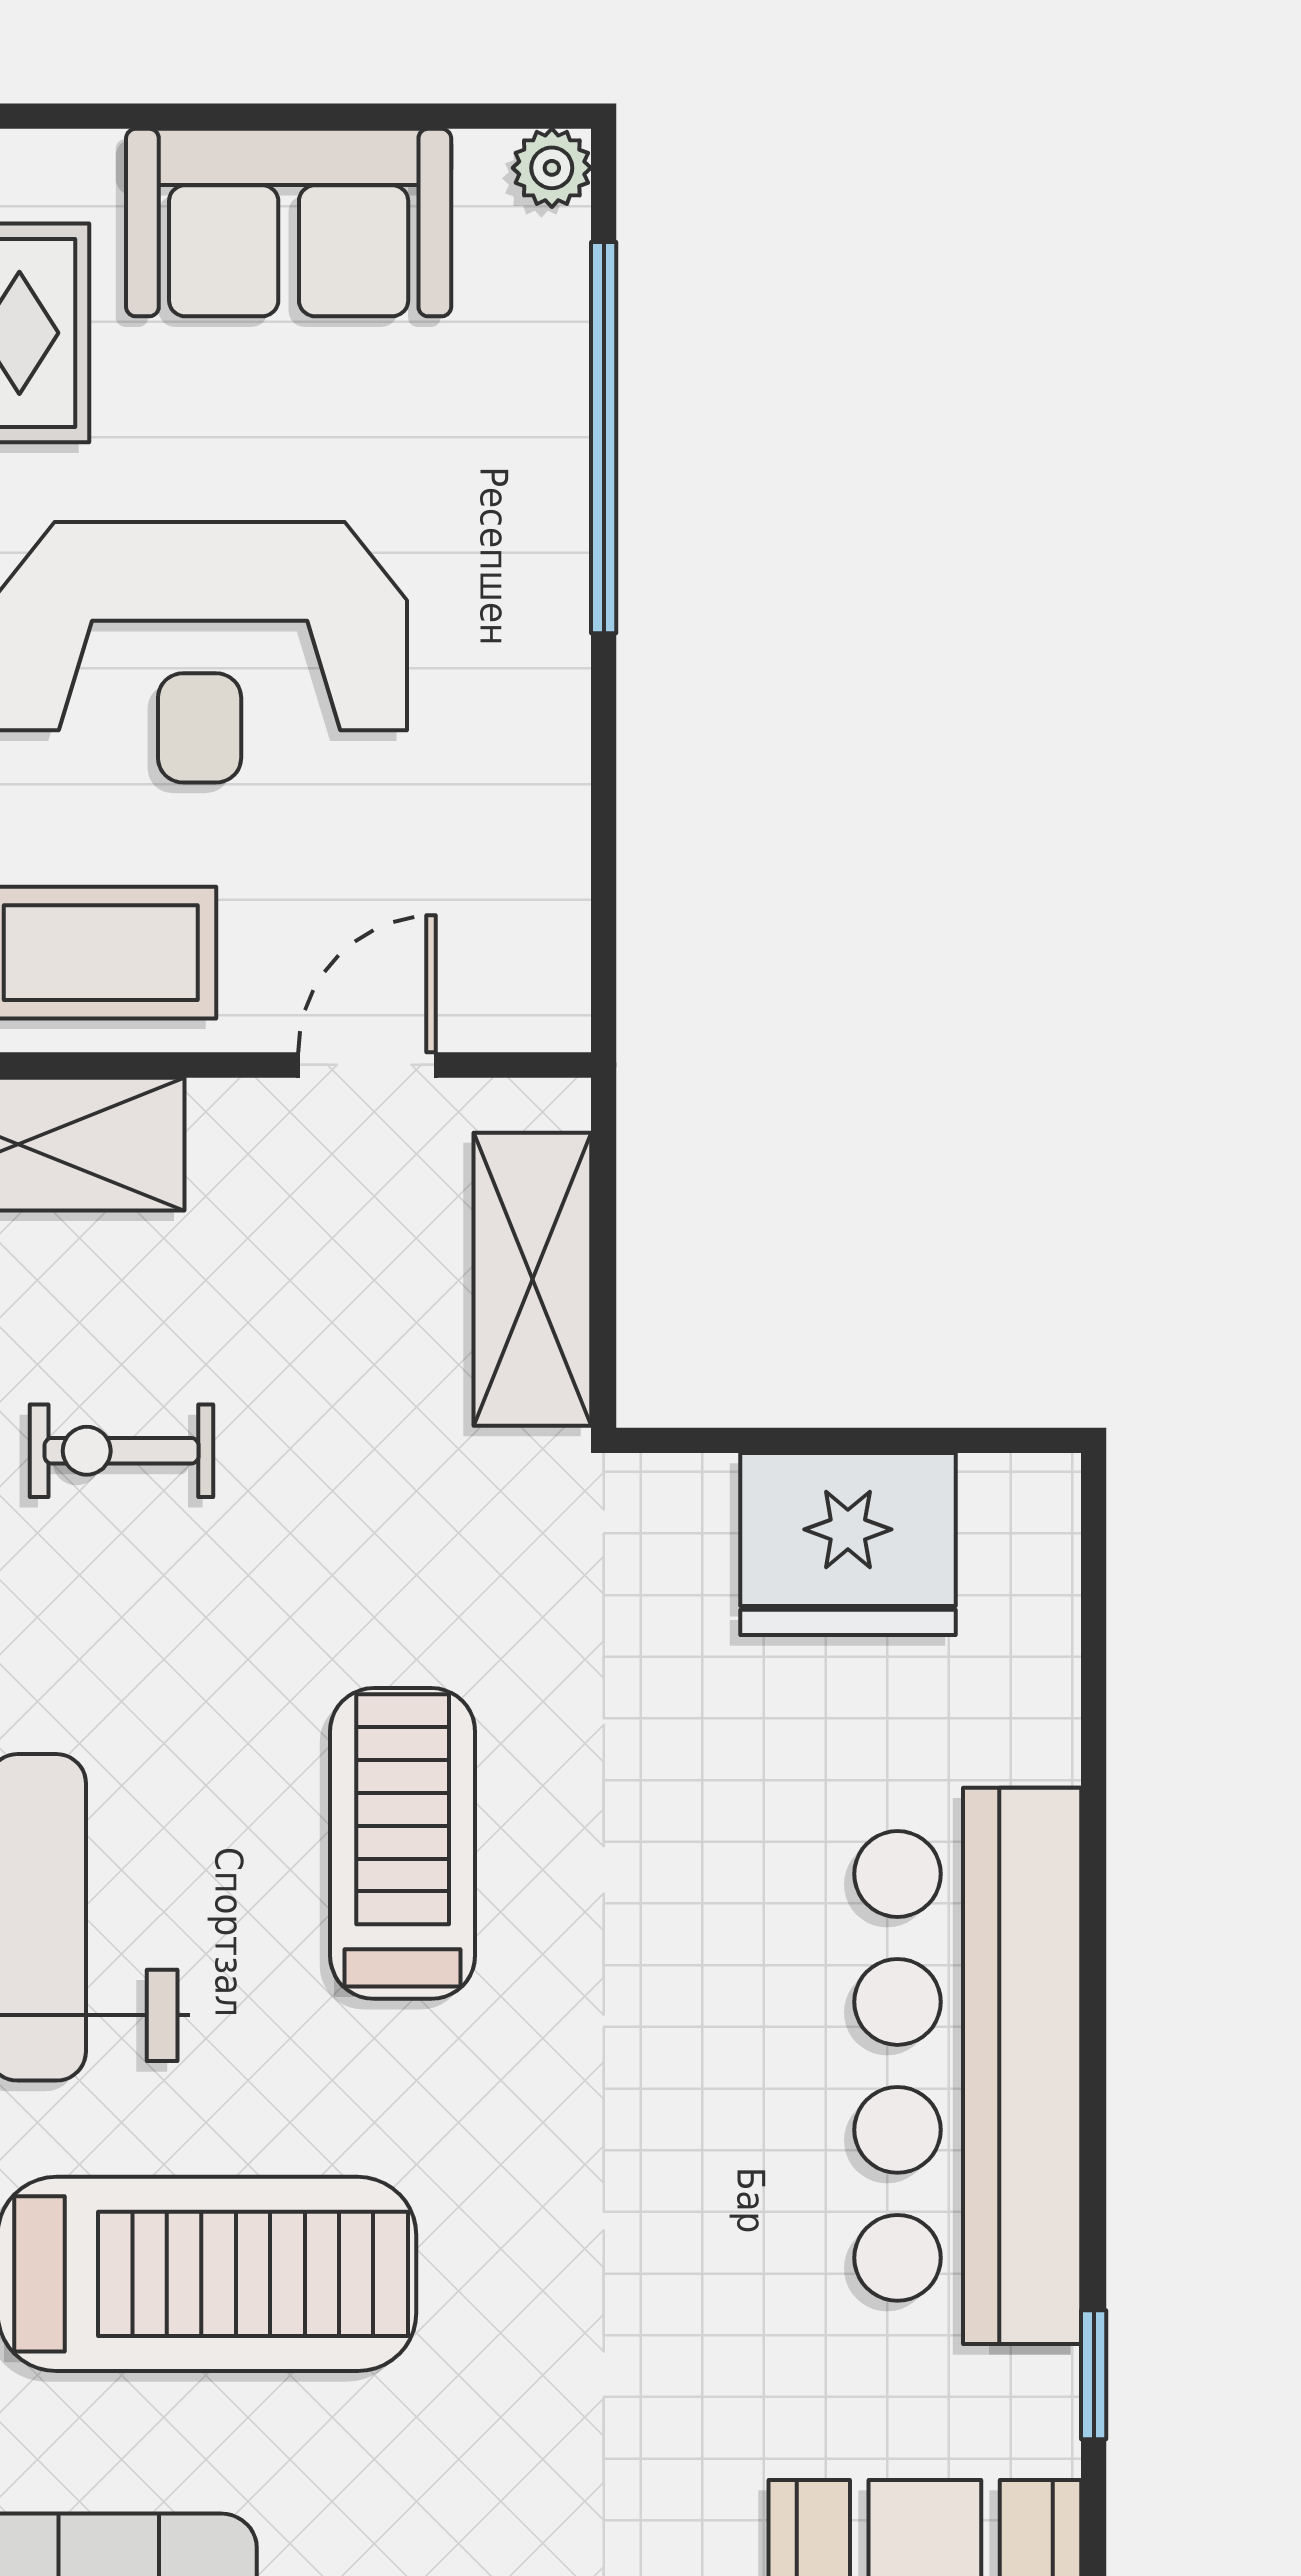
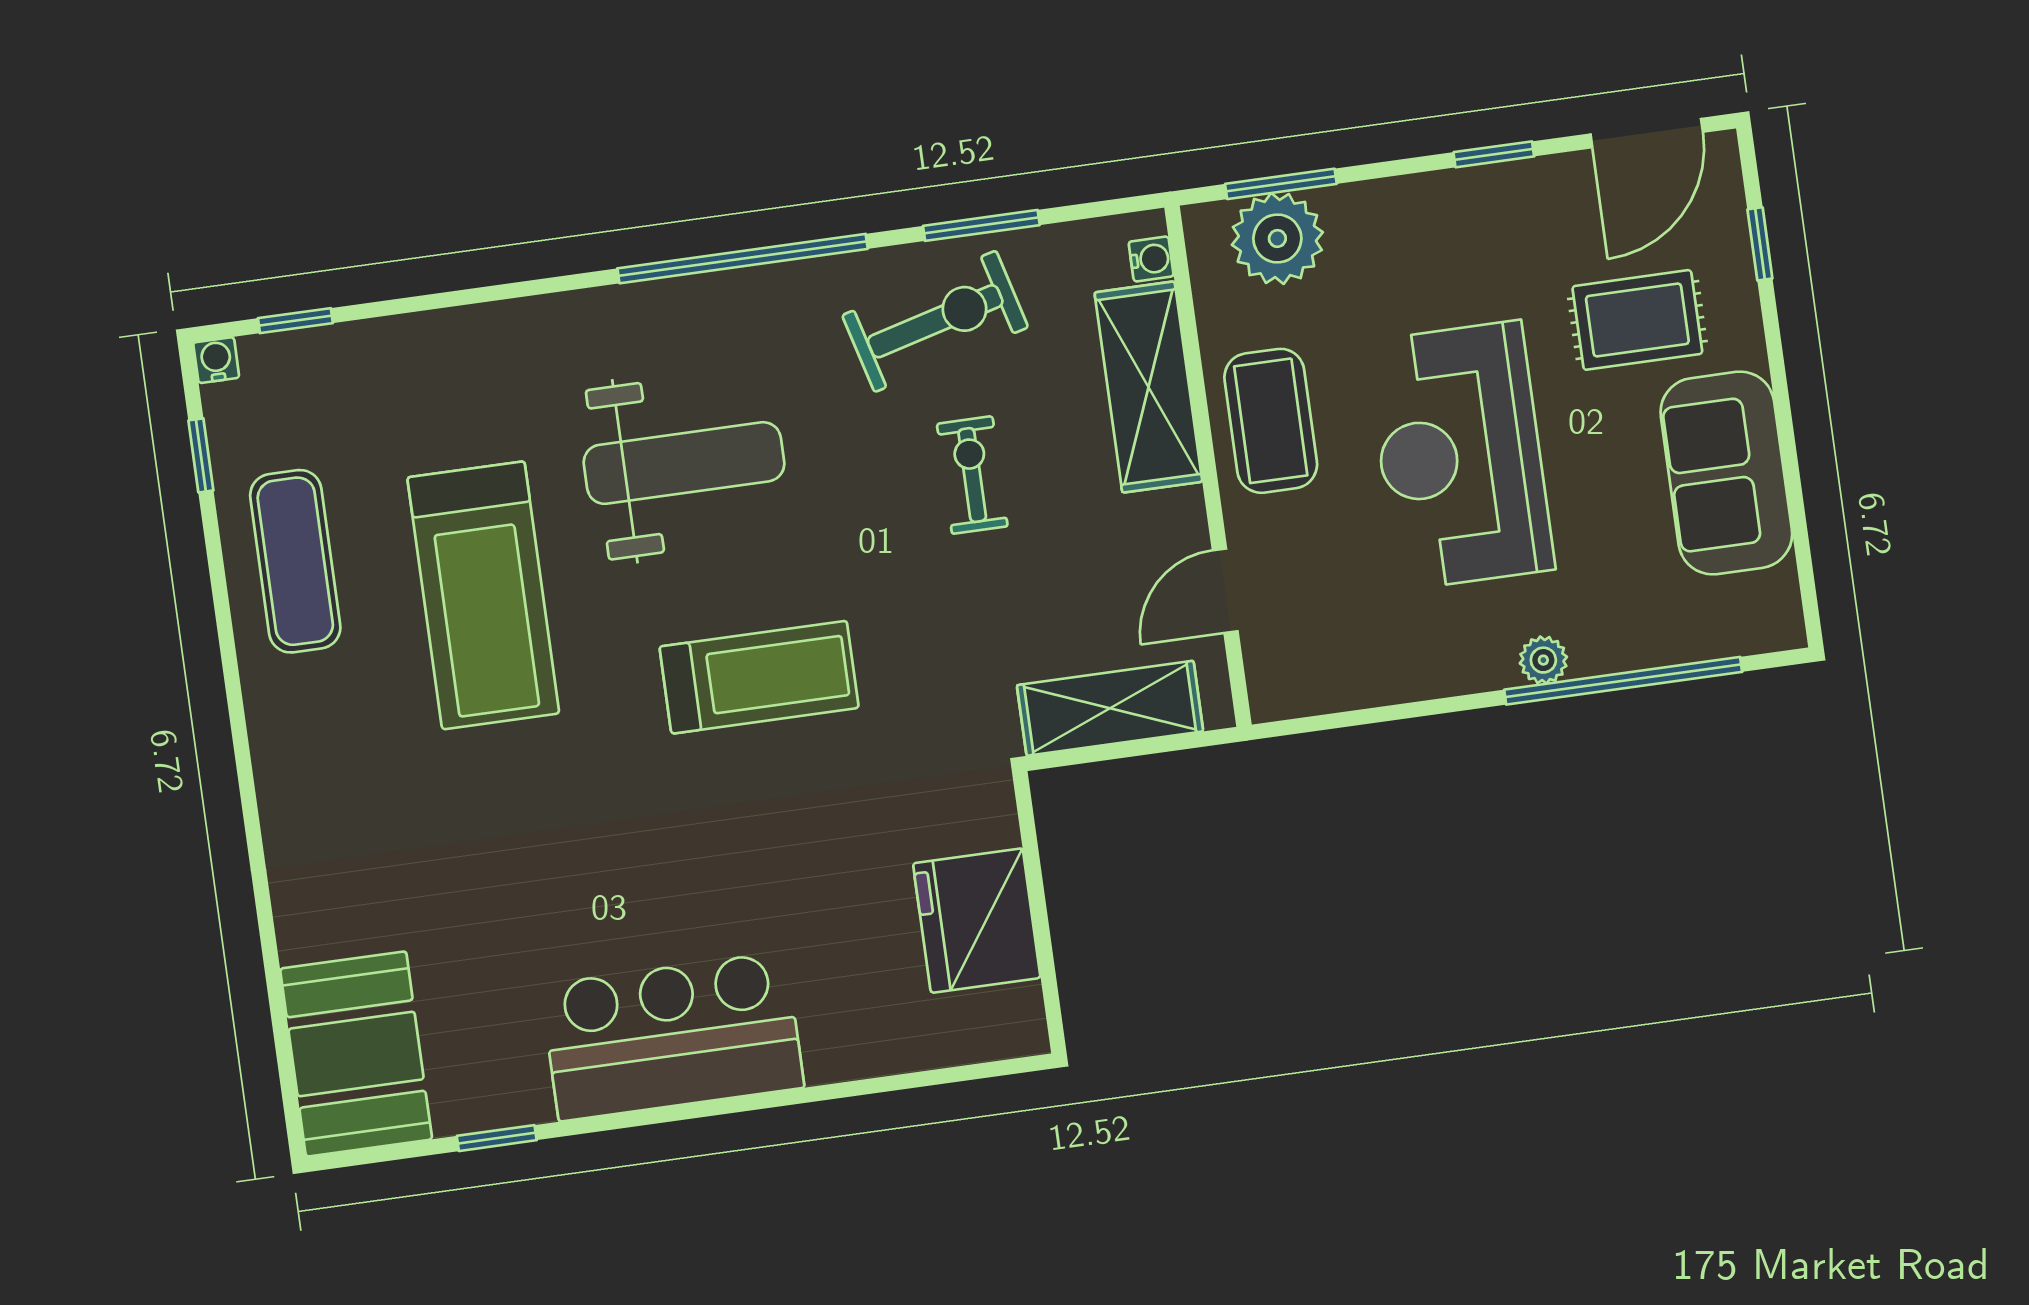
plant: (552, 168) -> (1543, 660), moved
door: (367, 1065) -> (1225, 591), swing flipped
bar counter: (968, 2066) -> (672, 1036), width x0.73

